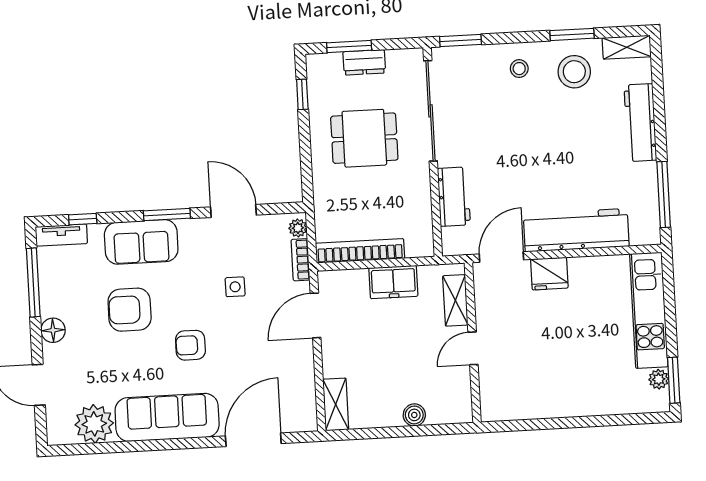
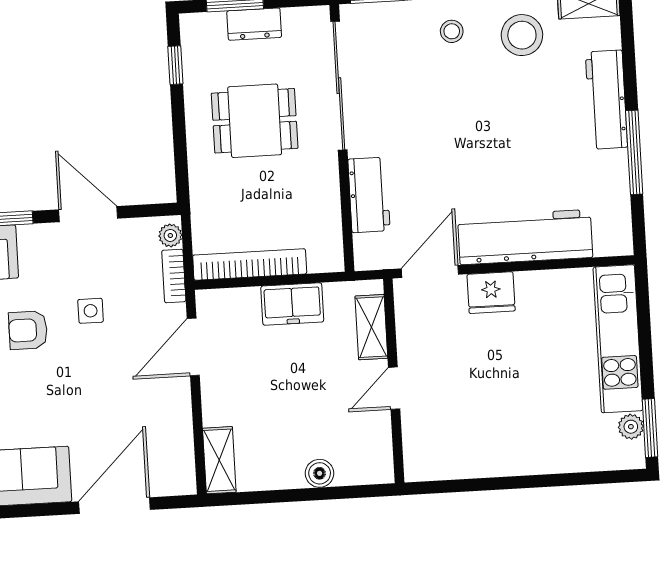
window: (664, 195) -> (634, 152), moved
armchair: (190, 345) -> (28, 330), moved

